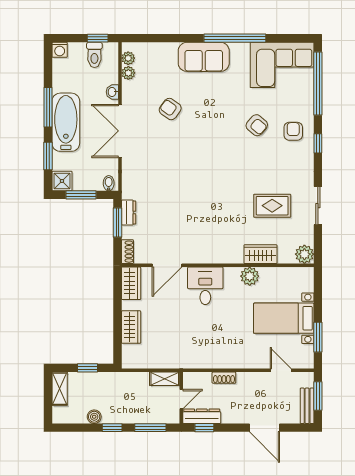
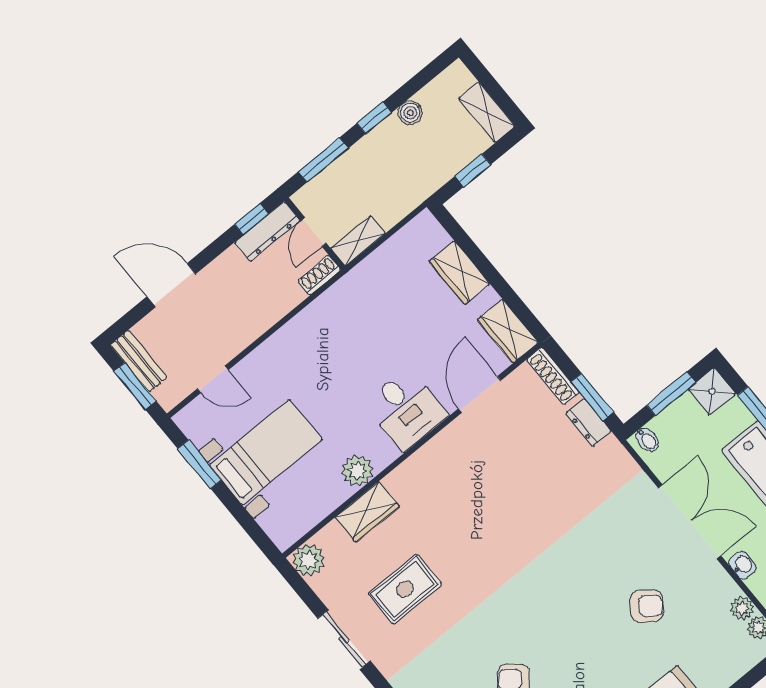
shoe rack: (127, 252) -> (553, 376), width x1.43
shoe rack: (224, 378) -> (319, 275), moved

